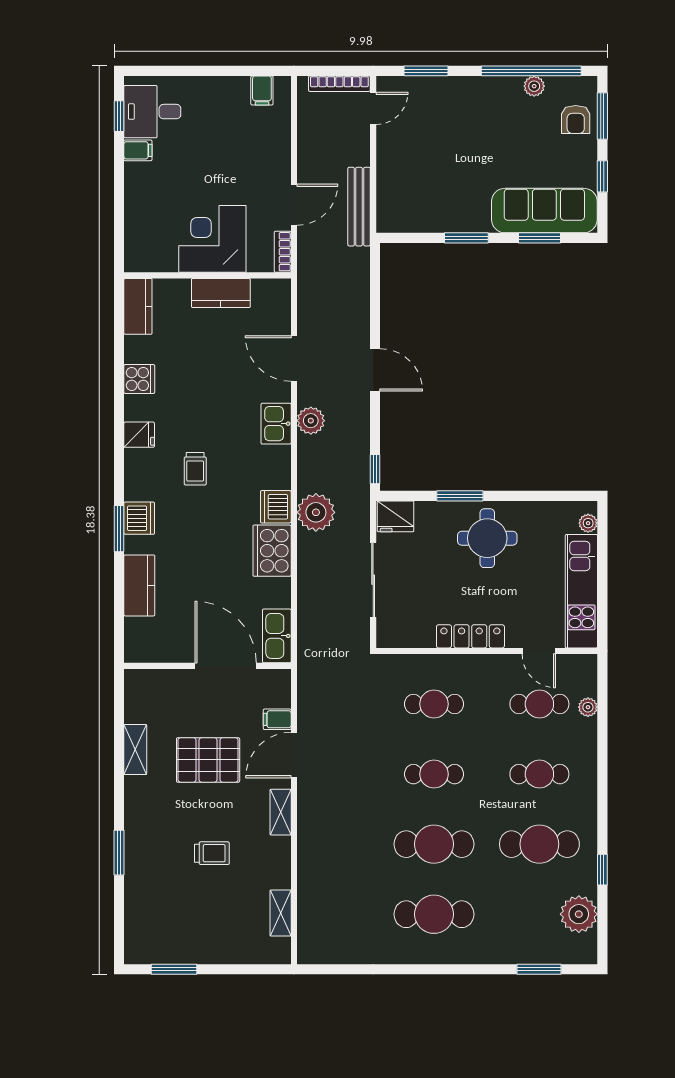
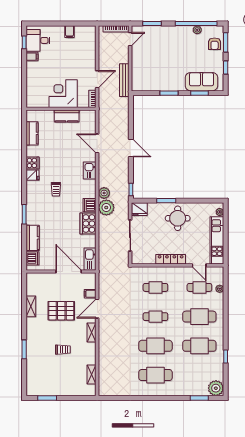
filing cabinet: (262, 90) -> (70, 32), moved
sofa: (544, 211) -> (201, 82), width x0.73
kitchen counter: (138, 306) -> (32, 133), moved
cooker: (139, 379) -> (33, 163), moved
plant: (311, 421) -> (104, 193), moved
dishwasher: (139, 518) -> (33, 258), moved
cafe table: (539, 774) -> (199, 317), width x1.37, depth x1.35
plant: (579, 914) -> (216, 388), moved

